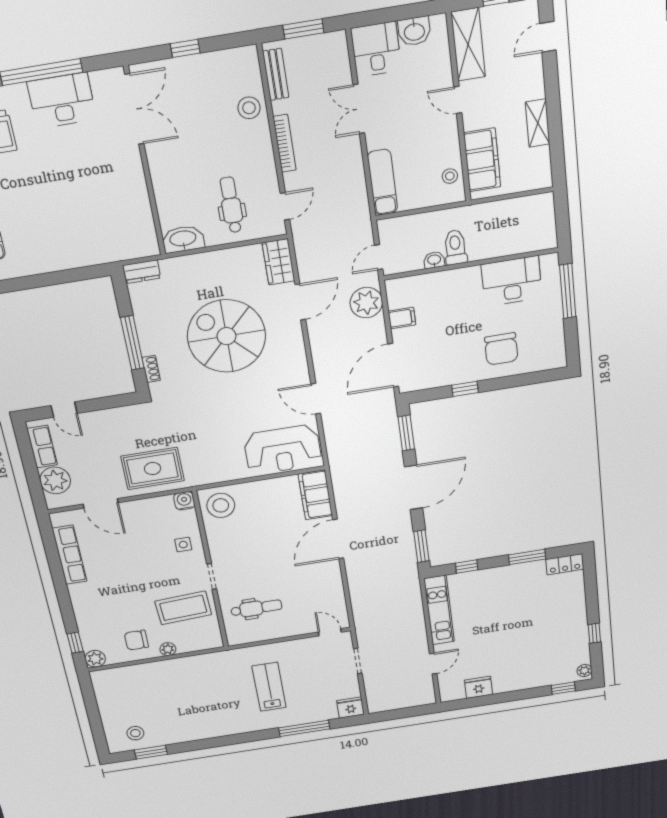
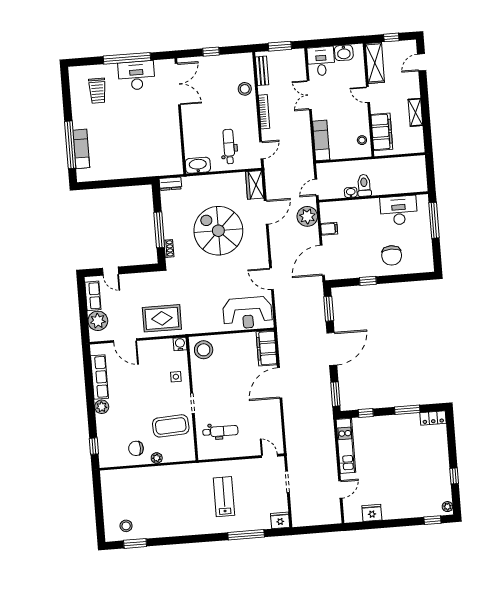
plant: (95, 659) -> (102, 407), moved

